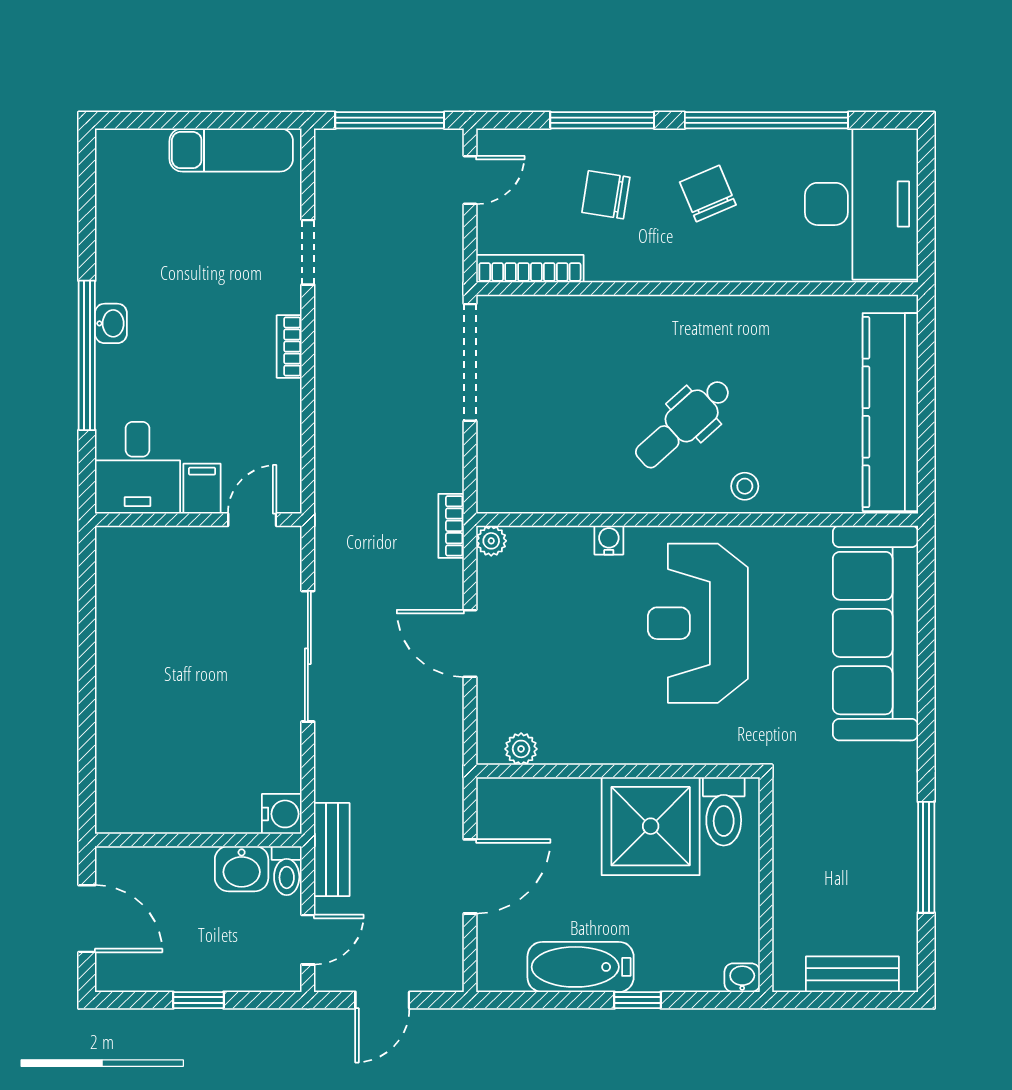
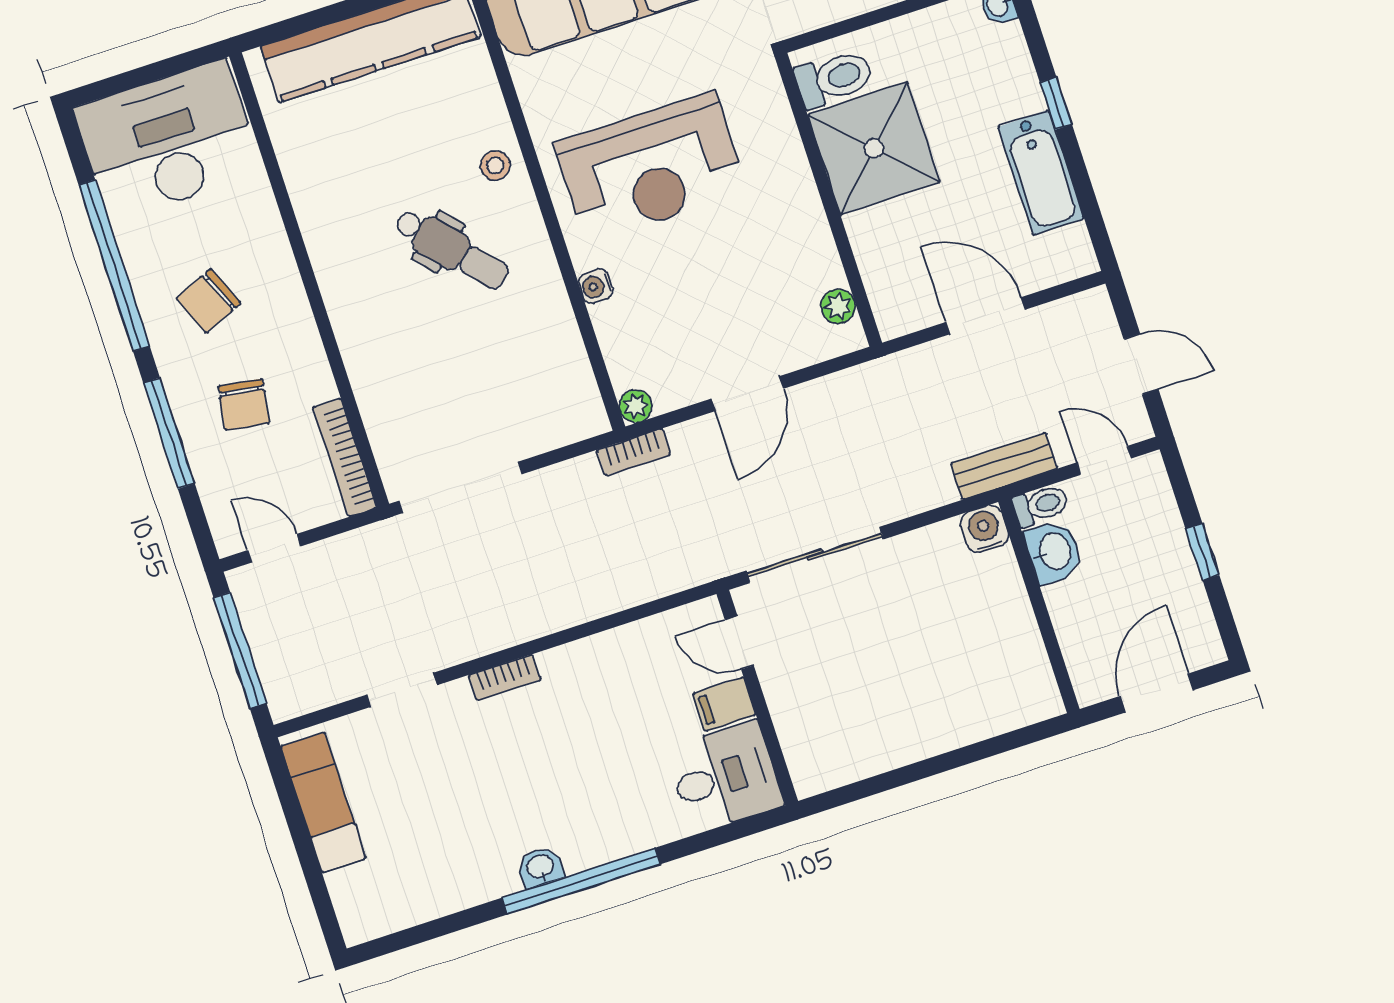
desk: (138, 468) -> (724, 777), moved
filing cabinet: (202, 489) -> (724, 704), moved
wall: (198, 520) -> (757, 697), moved
door: (252, 520) -> (739, 643), moved

